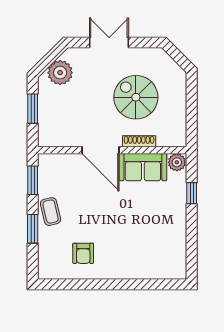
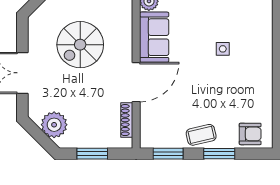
shoe rack: (139, 141) -> (127, 120), moved
side table: (132, 232) -> (223, 49), added
armchair: (83, 253) -> (250, 134), moved

